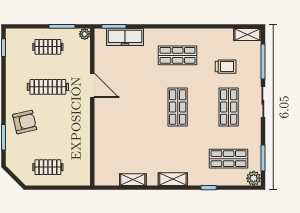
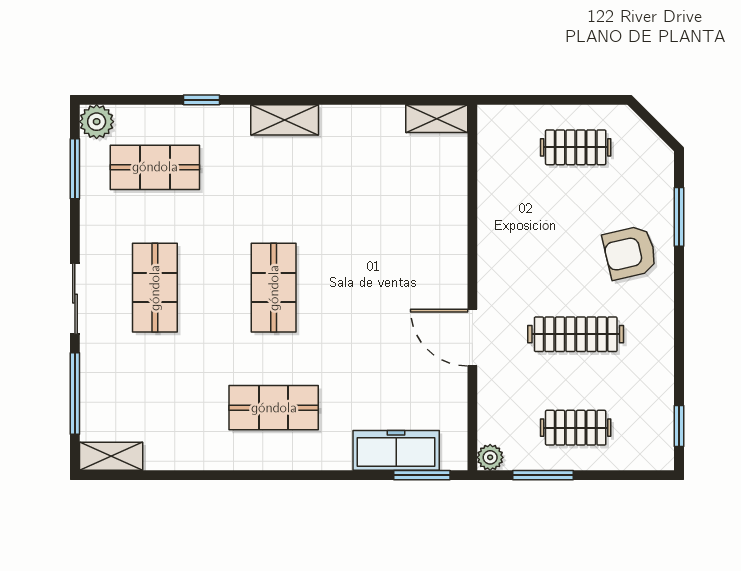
trolley: (226, 67) -> (162, 382), removed
shelving: (133, 180) -> (437, 119), moved

